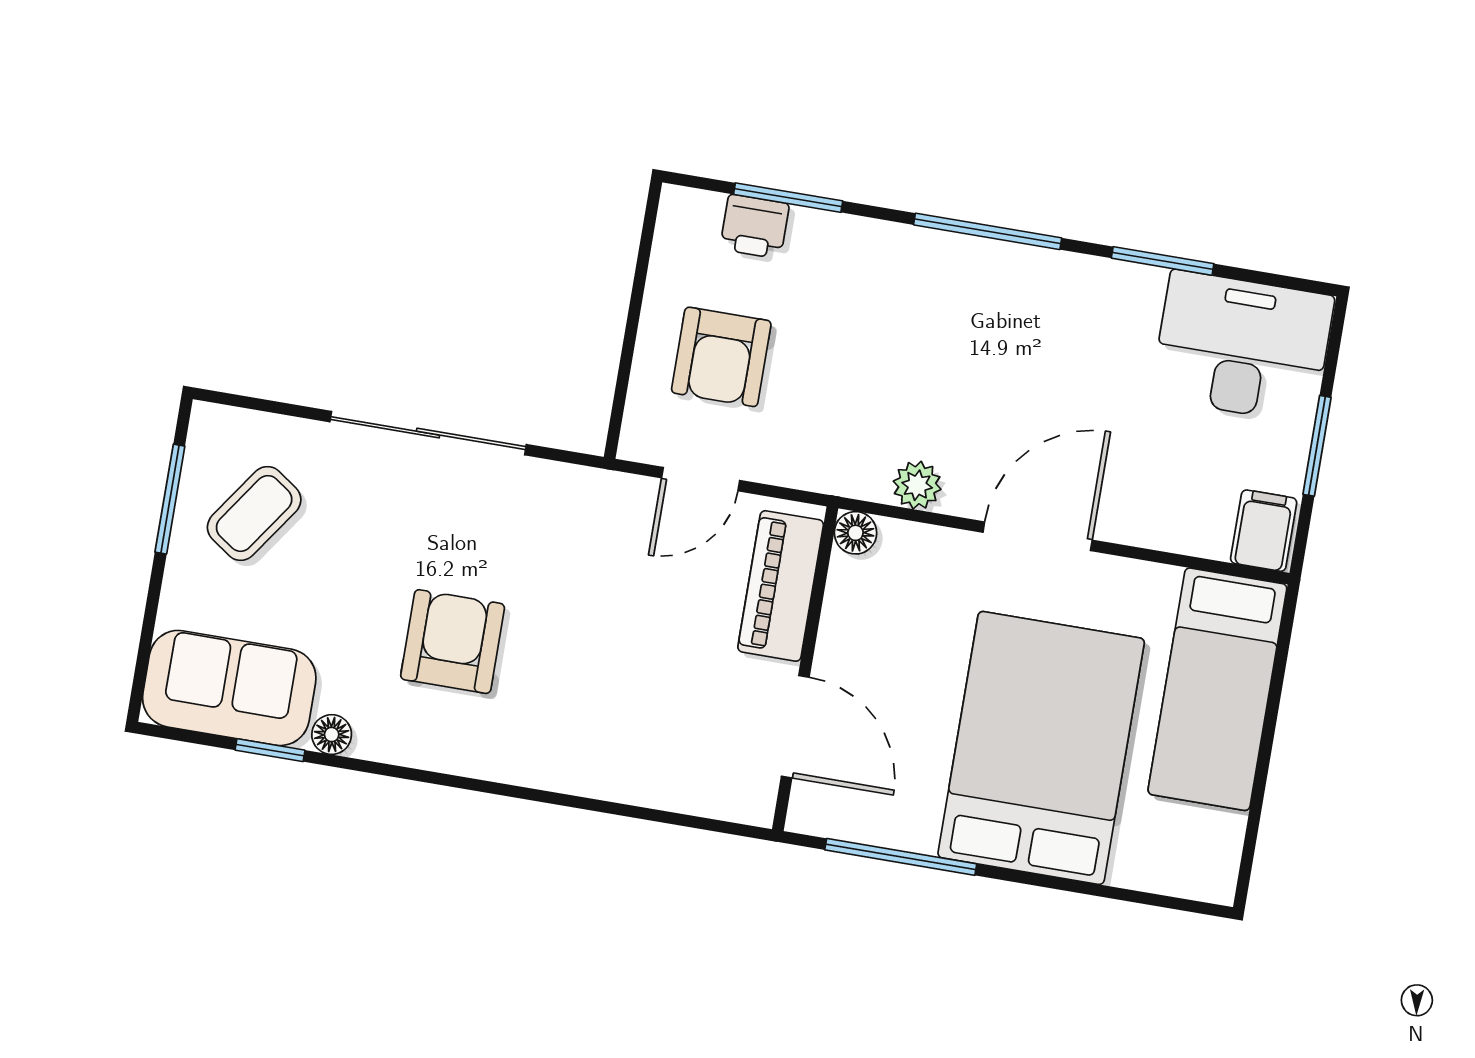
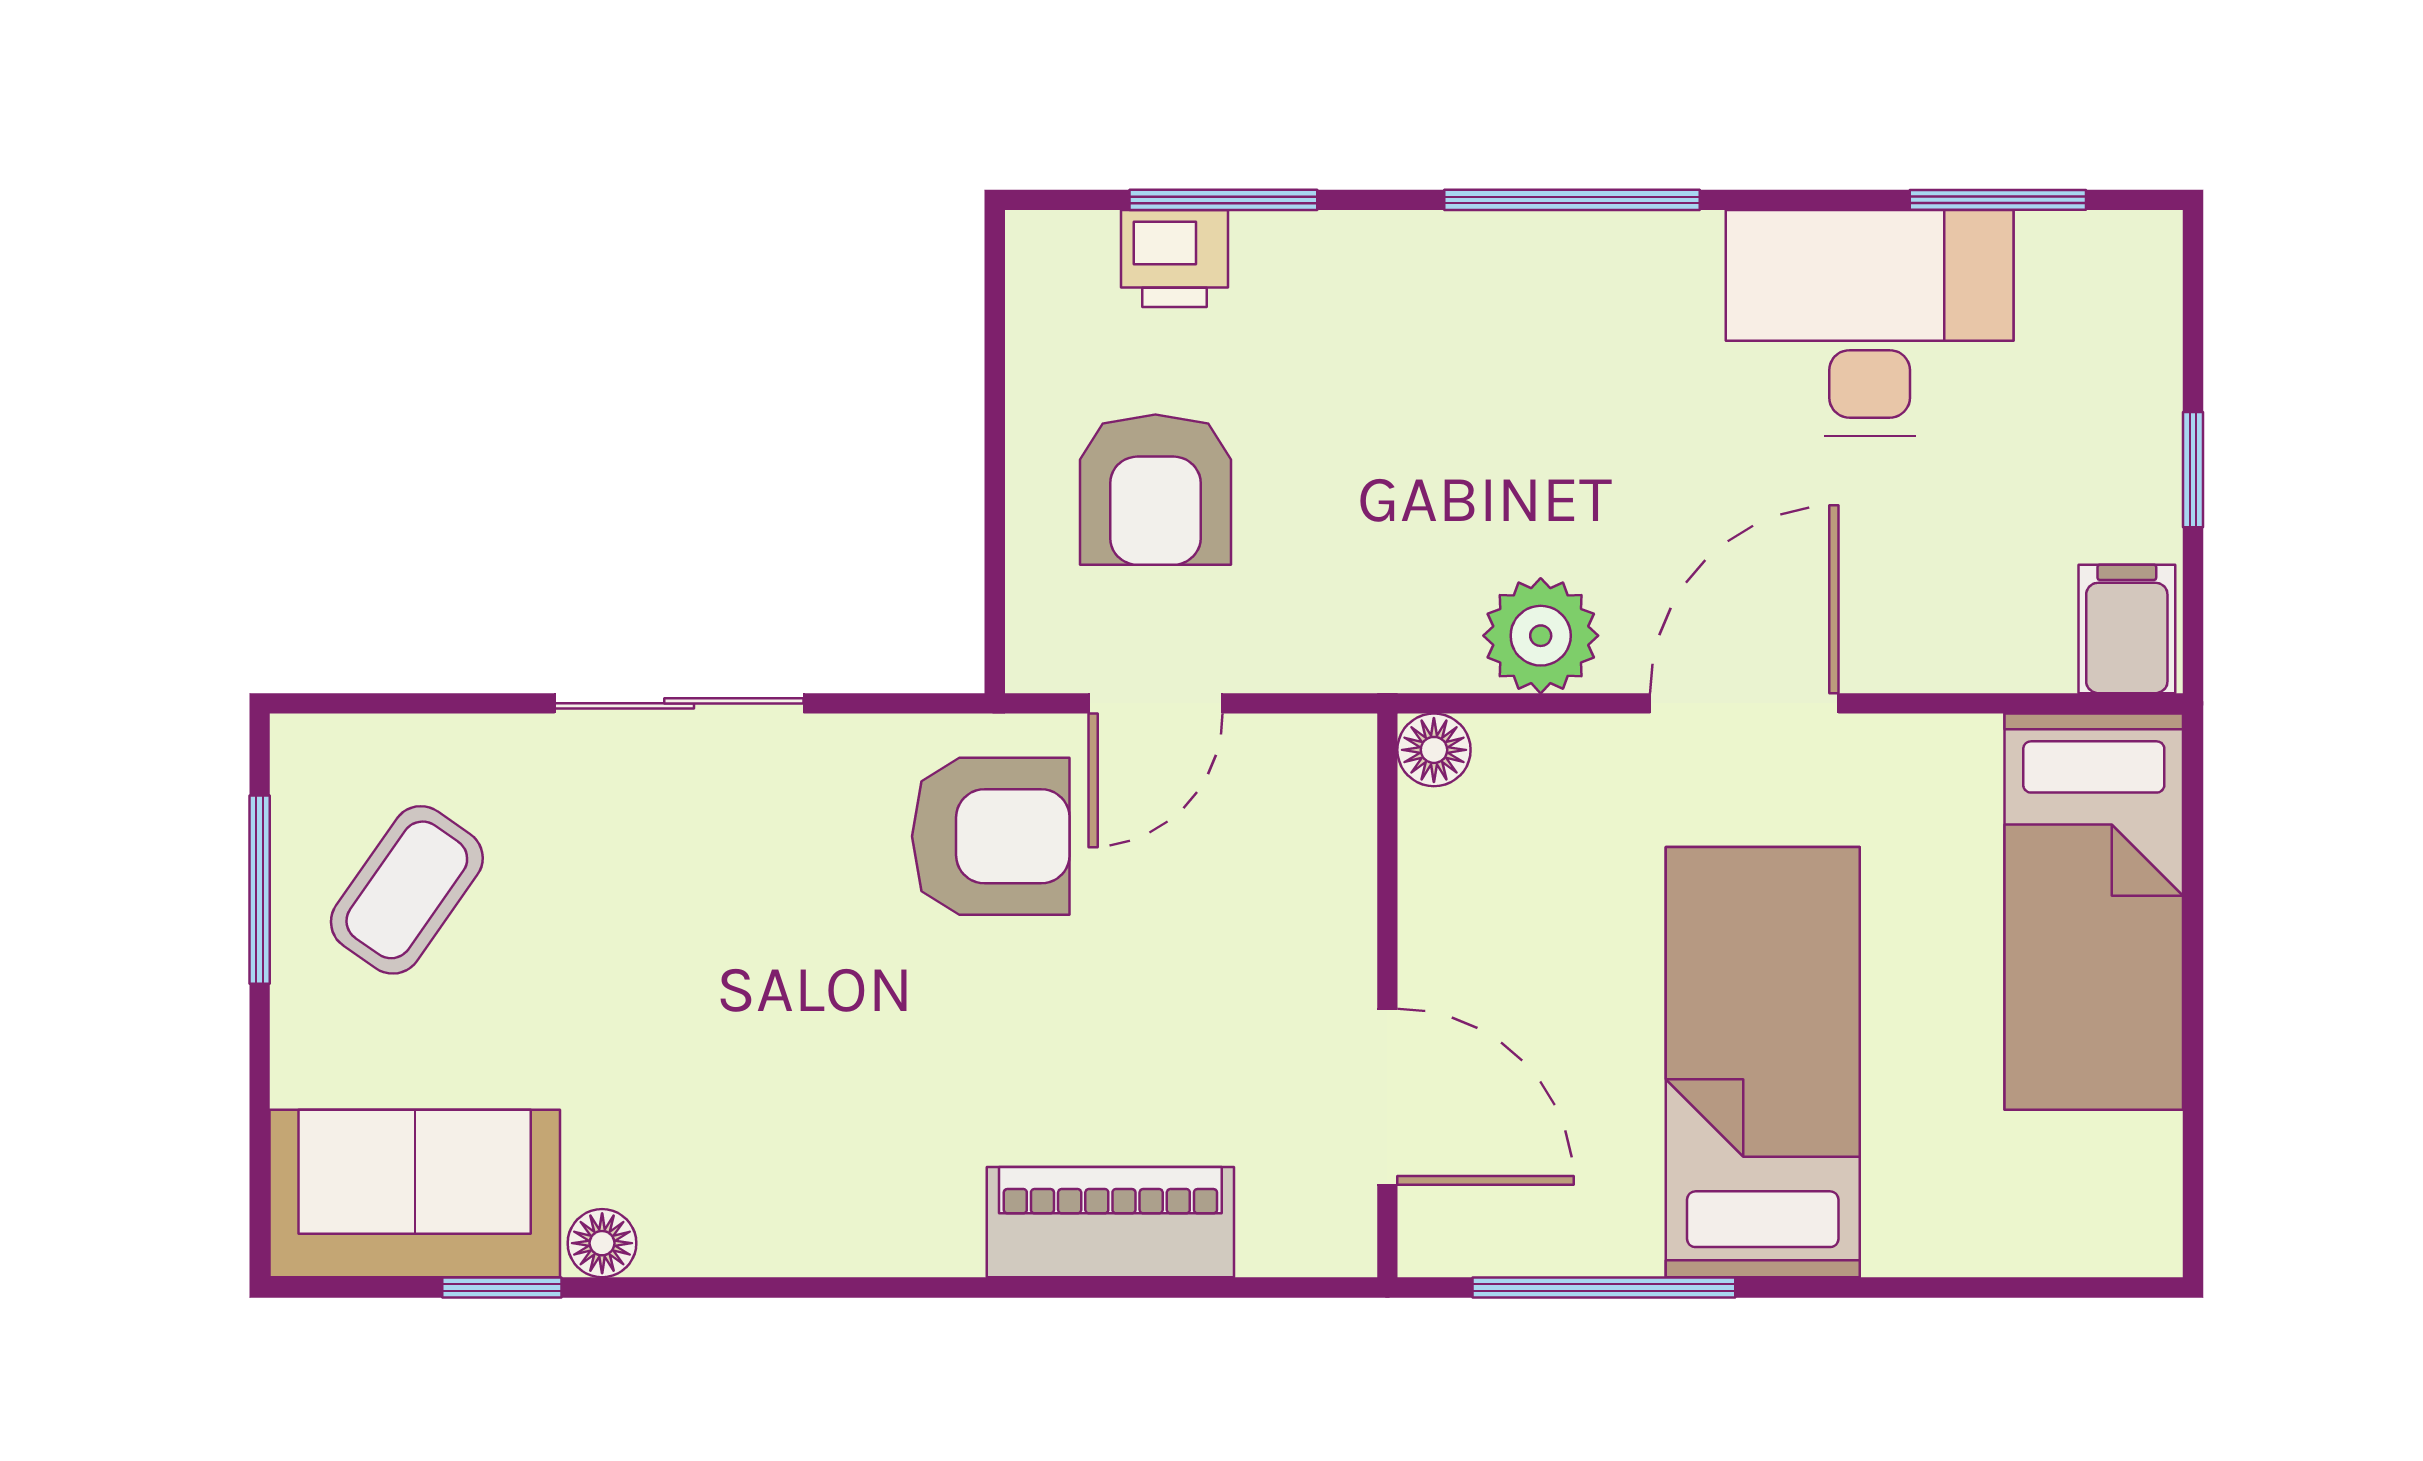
window: (1163, 261) -> (1998, 200), moved
desk: (1242, 347) -> (1870, 323), moved
sliding door: (428, 433) -> (679, 703), width x0.73
window: (1317, 446) -> (2193, 470), width x0.67
plant: (917, 485) -> (1541, 636), width x1.38, depth x1.38
piano: (781, 586) -> (1110, 1222), moved, turned 90
armchair: (453, 642) -> (991, 836), moved, turned 90
bed: (1041, 748) -> (1763, 1062), width x0.67

